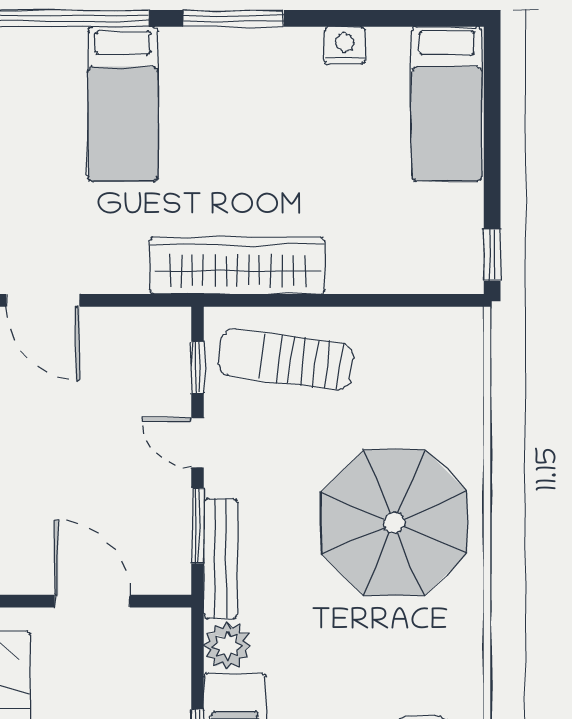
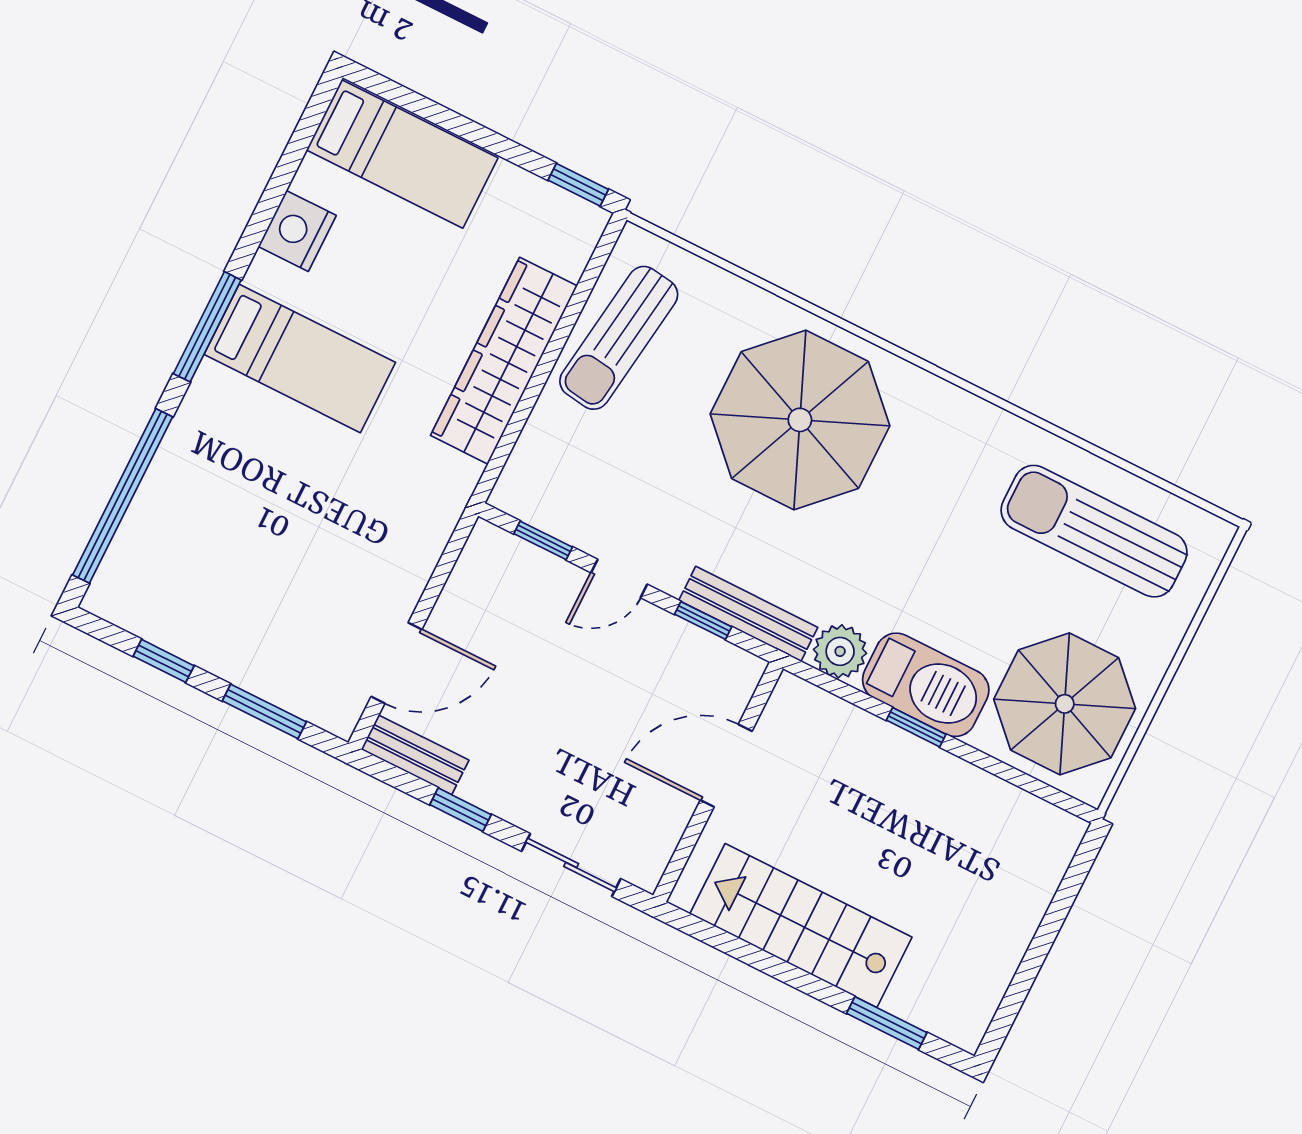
nightstand: (345, 45) -> (297, 231), width x1.36, depth x1.33
bed: (123, 104) -> (300, 358), moved
wardrobe: (237, 266) -> (504, 361), moved
sun lounger: (286, 359) -> (619, 338), moved
window: (198, 526) -> (703, 621), width x0.67

